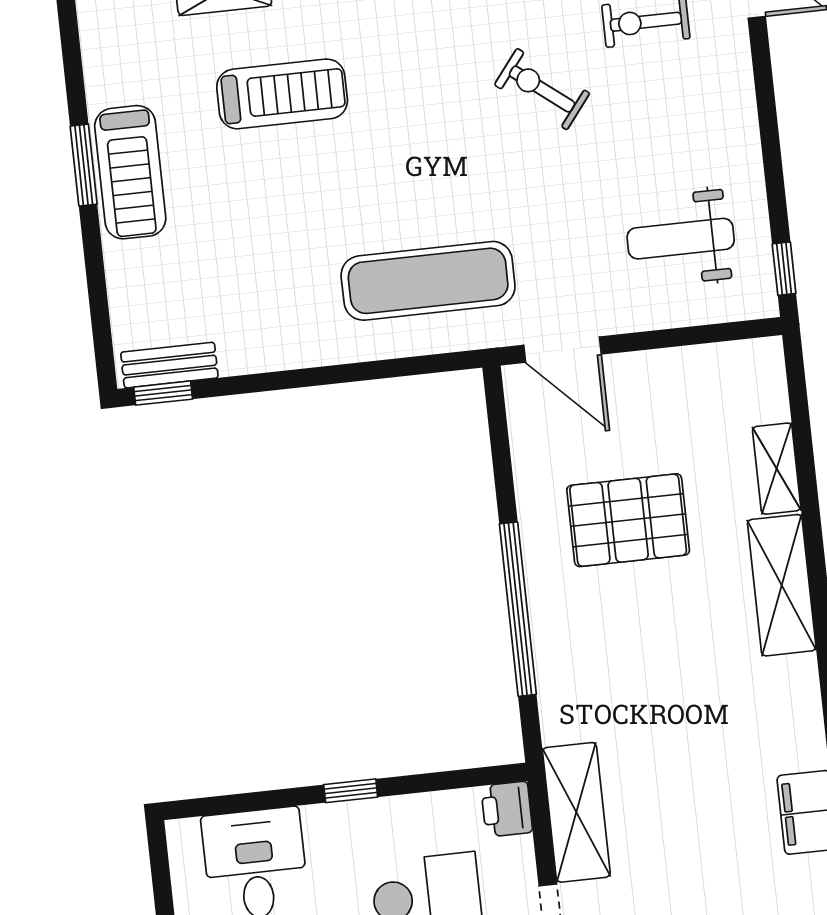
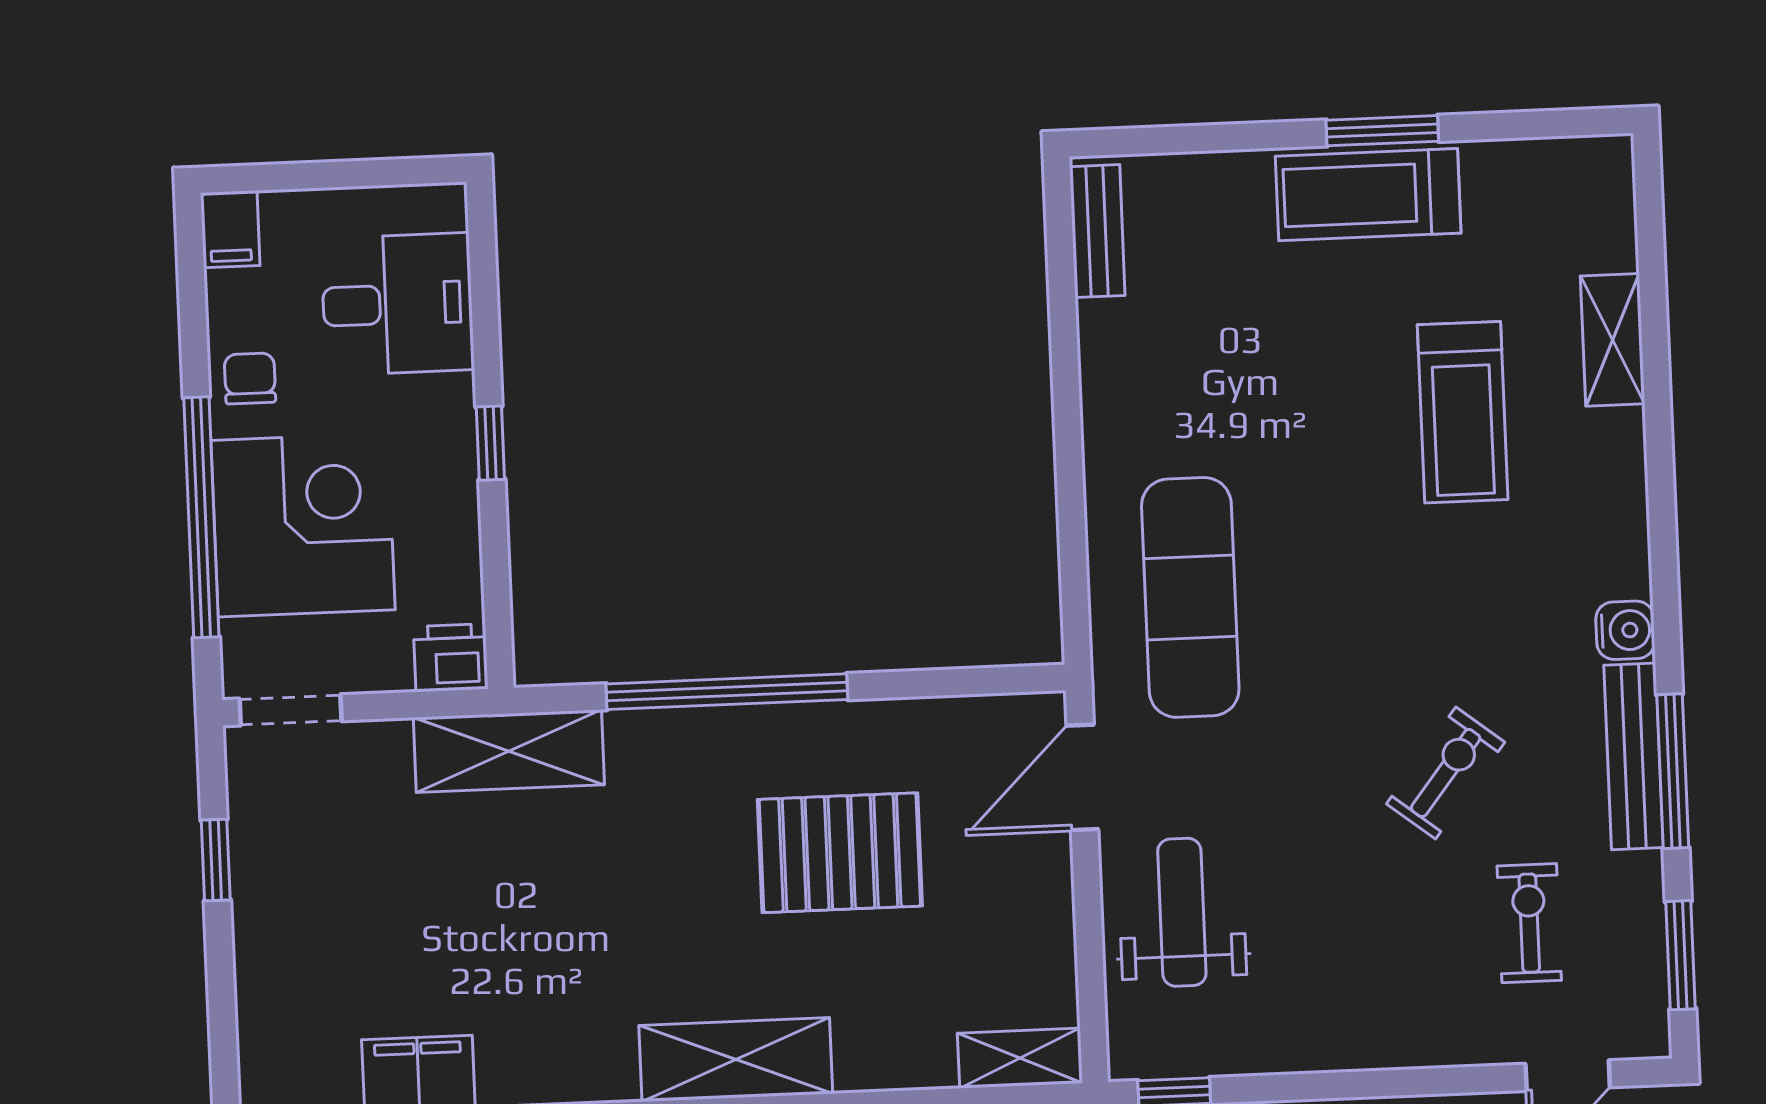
weight bench: (681, 239) -> (1182, 912), moved
window: (163, 393) -> (1059, 220), removed
shelving: (777, 469) -> (1020, 1058), moved
pallet: (628, 520) -> (840, 853), turned 90
shelving: (576, 812) -> (509, 751), moved

